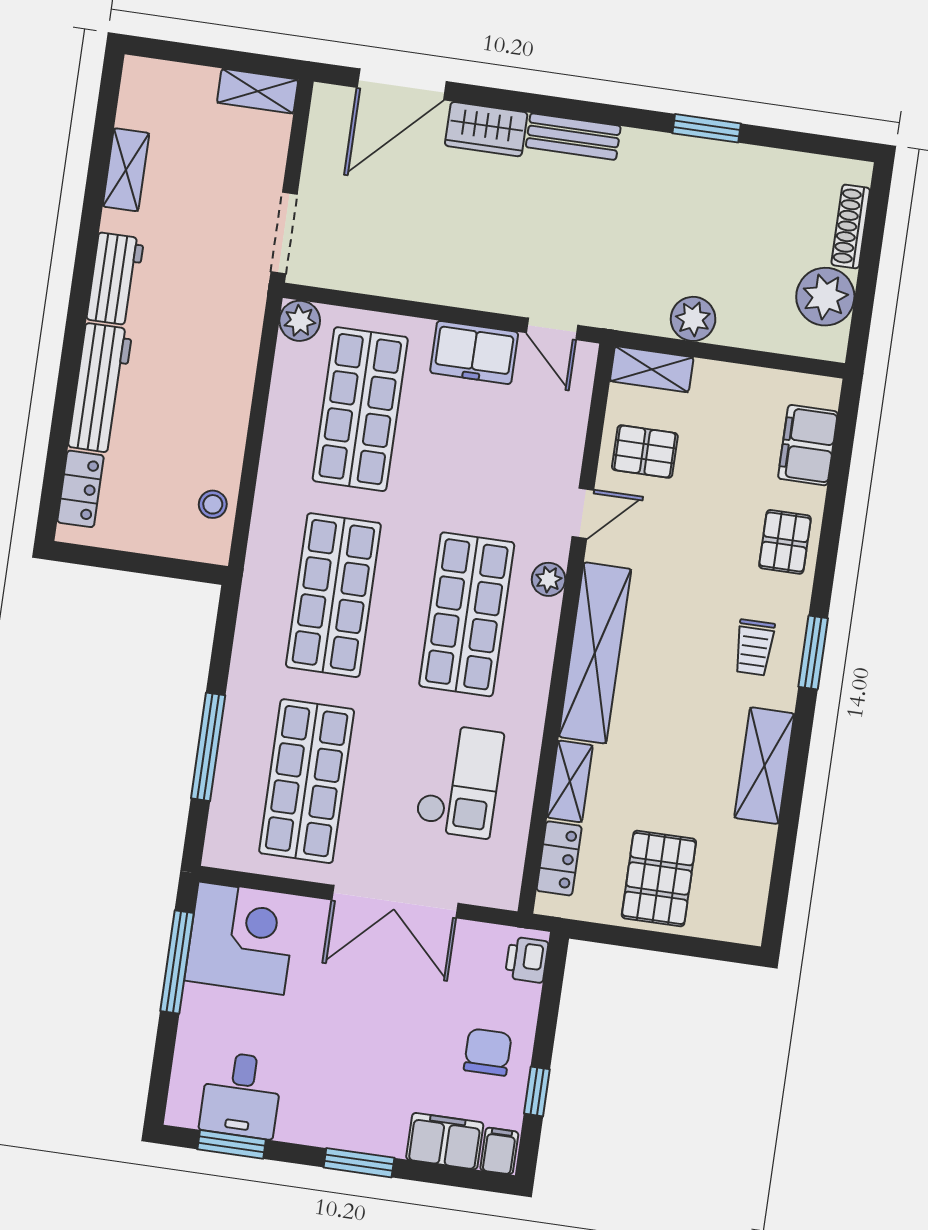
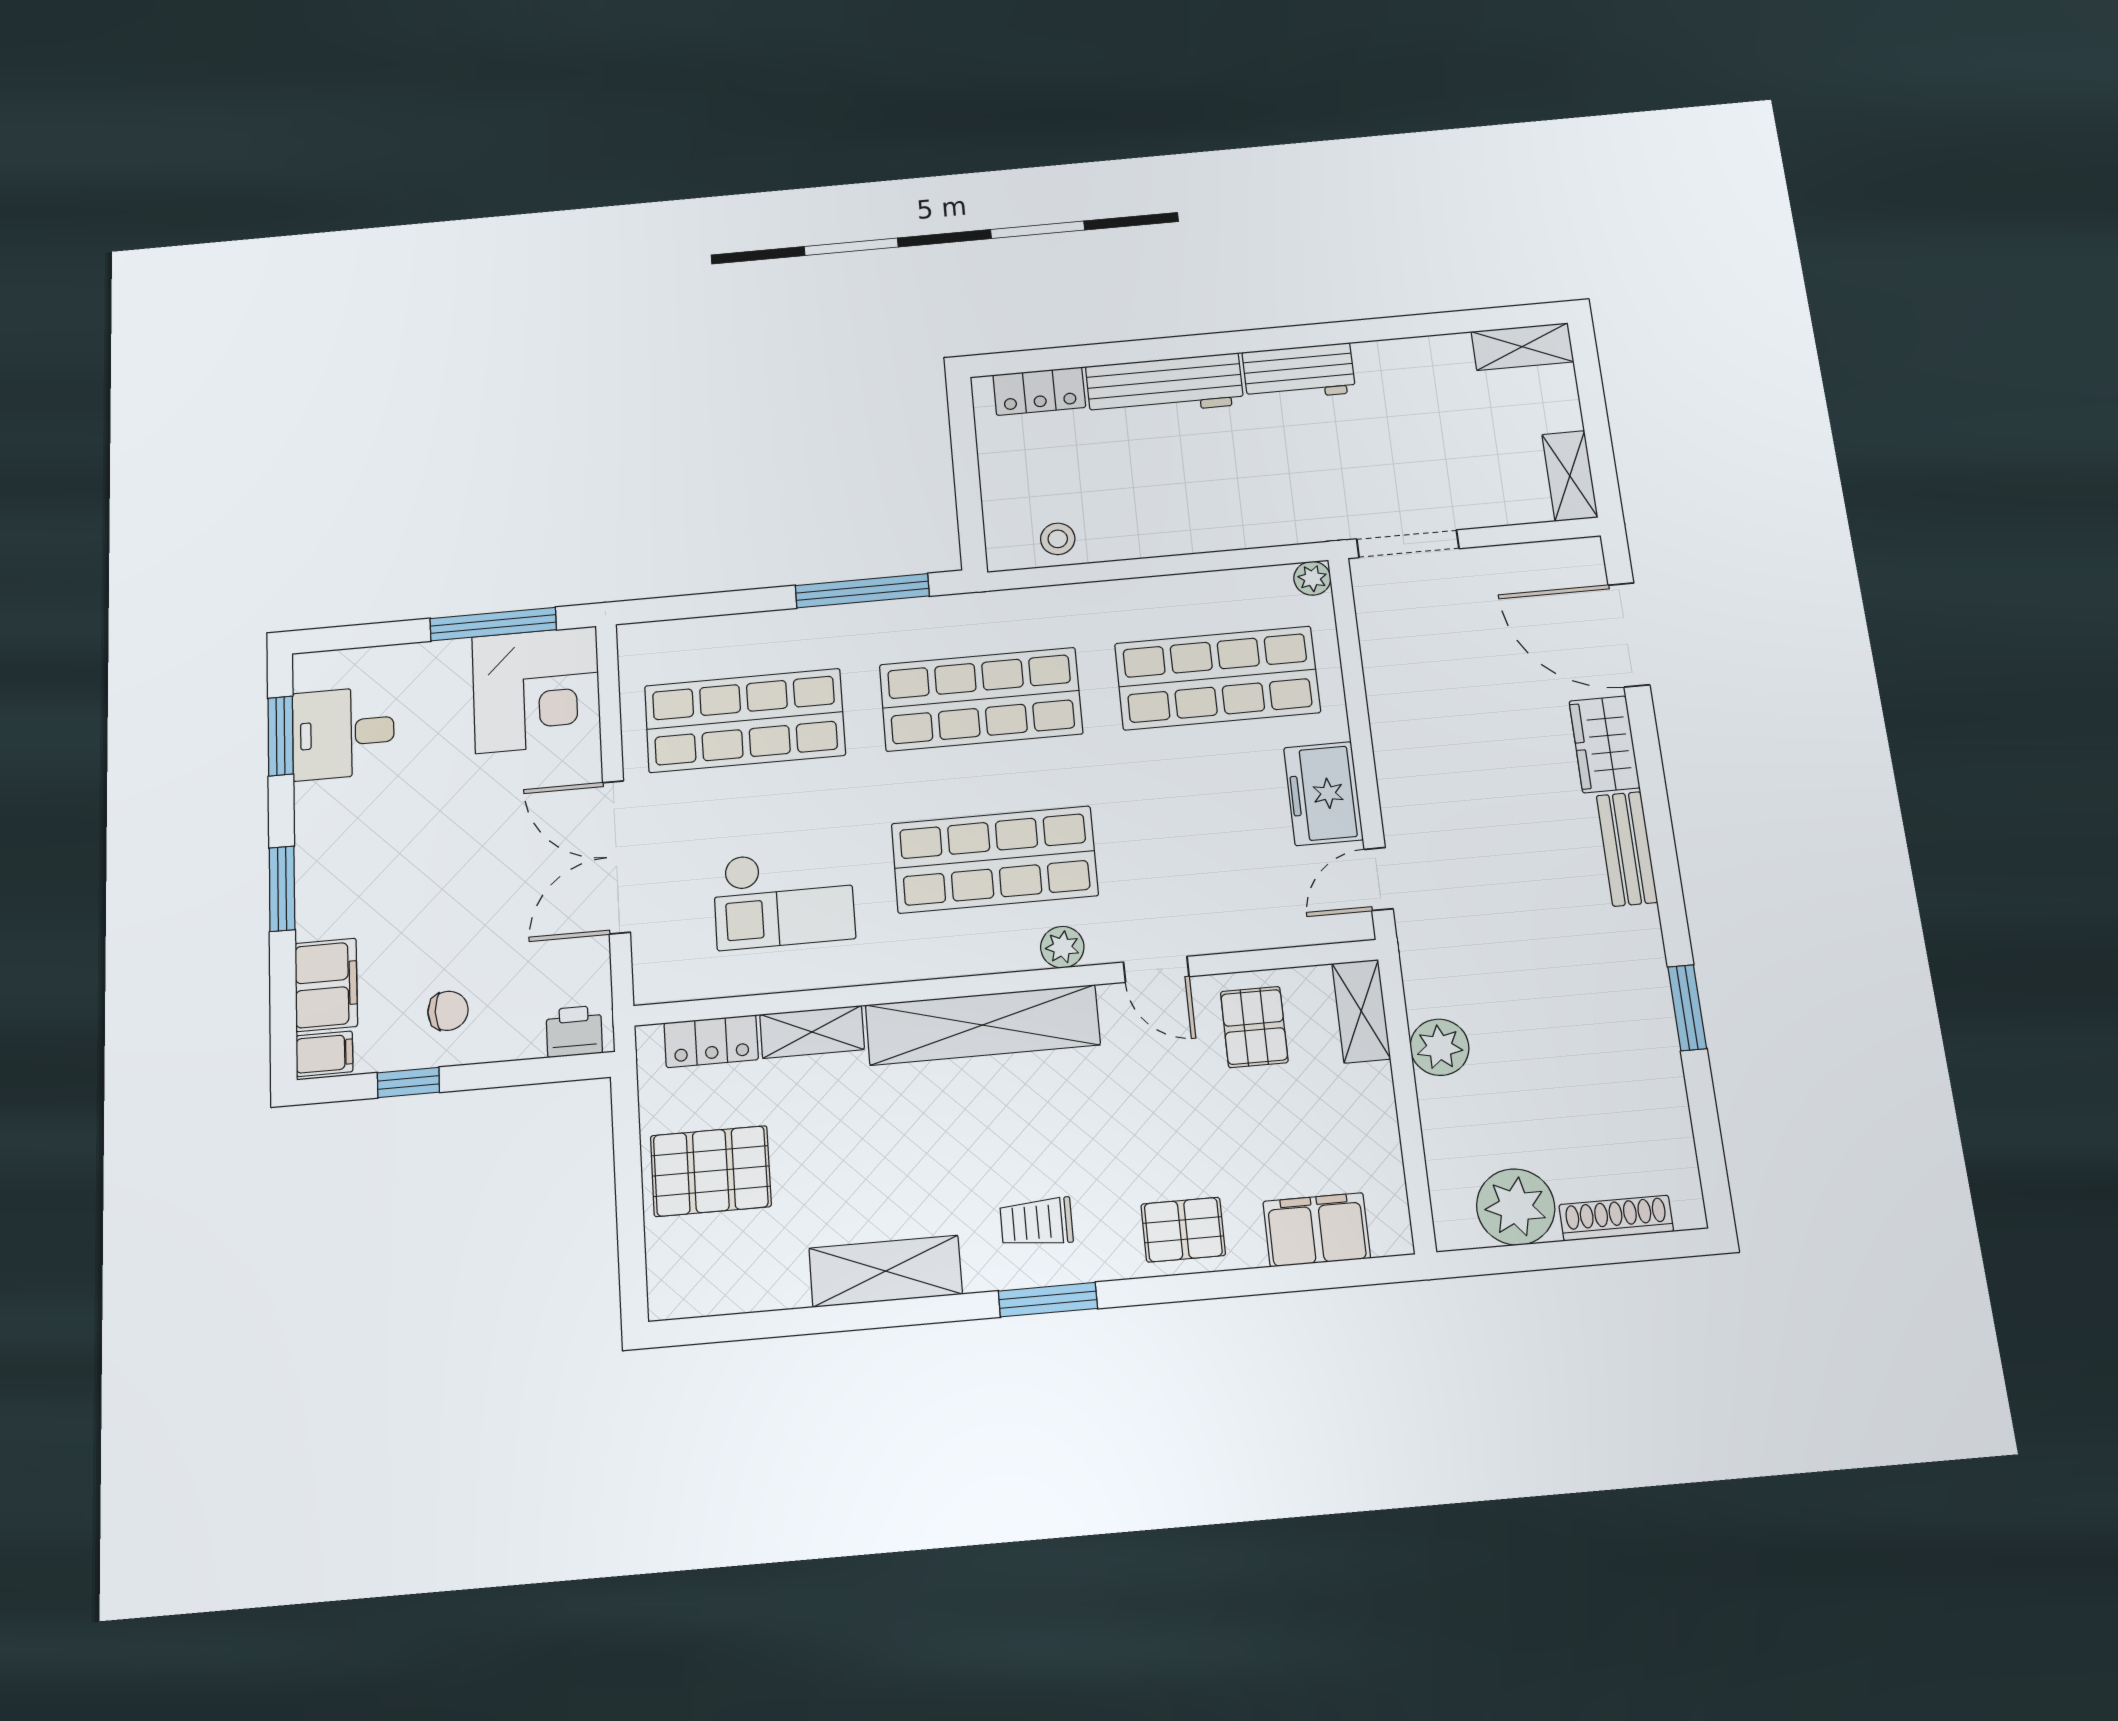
shelving: (126, 170) -> (1522, 347), moved
plant: (300, 321) -> (1312, 578), width x0.73, depth x0.73
window: (208, 747) -> (862, 591), moved
chair: (488, 1052) -> (448, 1011), width x0.73, depth x0.73

